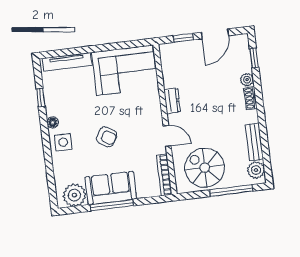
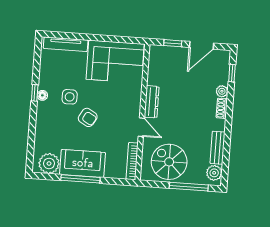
window: (41, 98) -> (35, 93), moved
dresser: (172, 101) -> (152, 102), width x1.44
side table: (63, 142) -> (70, 97), moved

